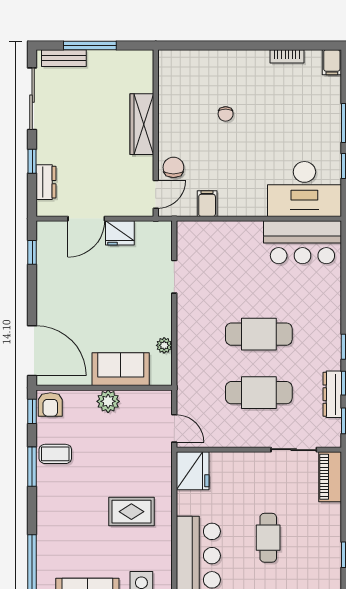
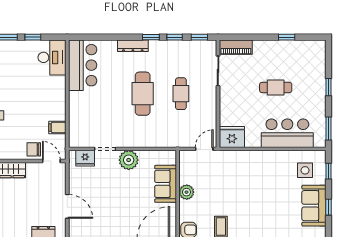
desk: (304, 189) -> (52, 57), width x0.73, depth x0.77
fridge: (120, 233) -> (85, 158), moved, turned 90
plant: (164, 345) -> (129, 160), moved, width x1.88, depth x1.88
cafe table: (259, 393) -> (181, 94), width x0.73, depth x0.74
dresser: (332, 394) -> (133, 46), moved
rug: (131, 512) -> (259, 177), removed

